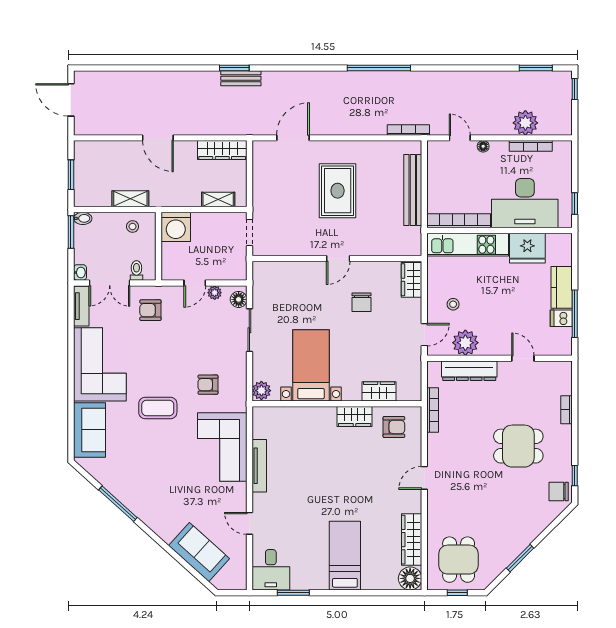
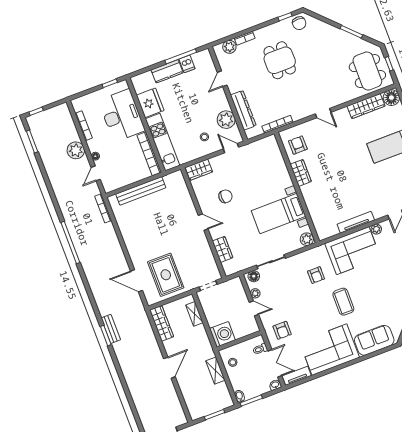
plant: (525, 123) -> (76, 150), moved
rug: (338, 191) -> (166, 275), moved, turned 90
plant: (563, 385) -> (229, 47), added
wardrobe: (379, 391) -> (223, 249), moved, turned 180
plant: (239, 490) -> (376, 229), added
dining table: (459, 560) -> (367, 71), width x1.37

